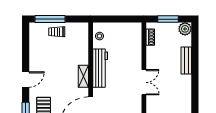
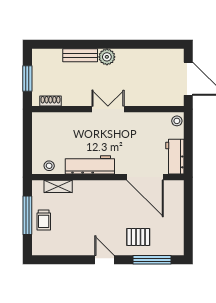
window: (50, 19) -> (27, 215), moved
plant: (185, 29) -> (107, 57), moved
shelving: (83, 76) -> (58, 186), moved

